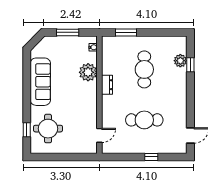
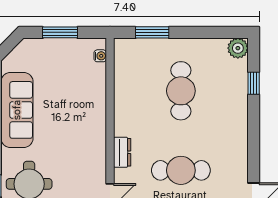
plant: (180, 61) -> (238, 48), moved
plant: (88, 72) -> (92, 95), removed
dresser: (107, 85) -> (122, 152), moved

